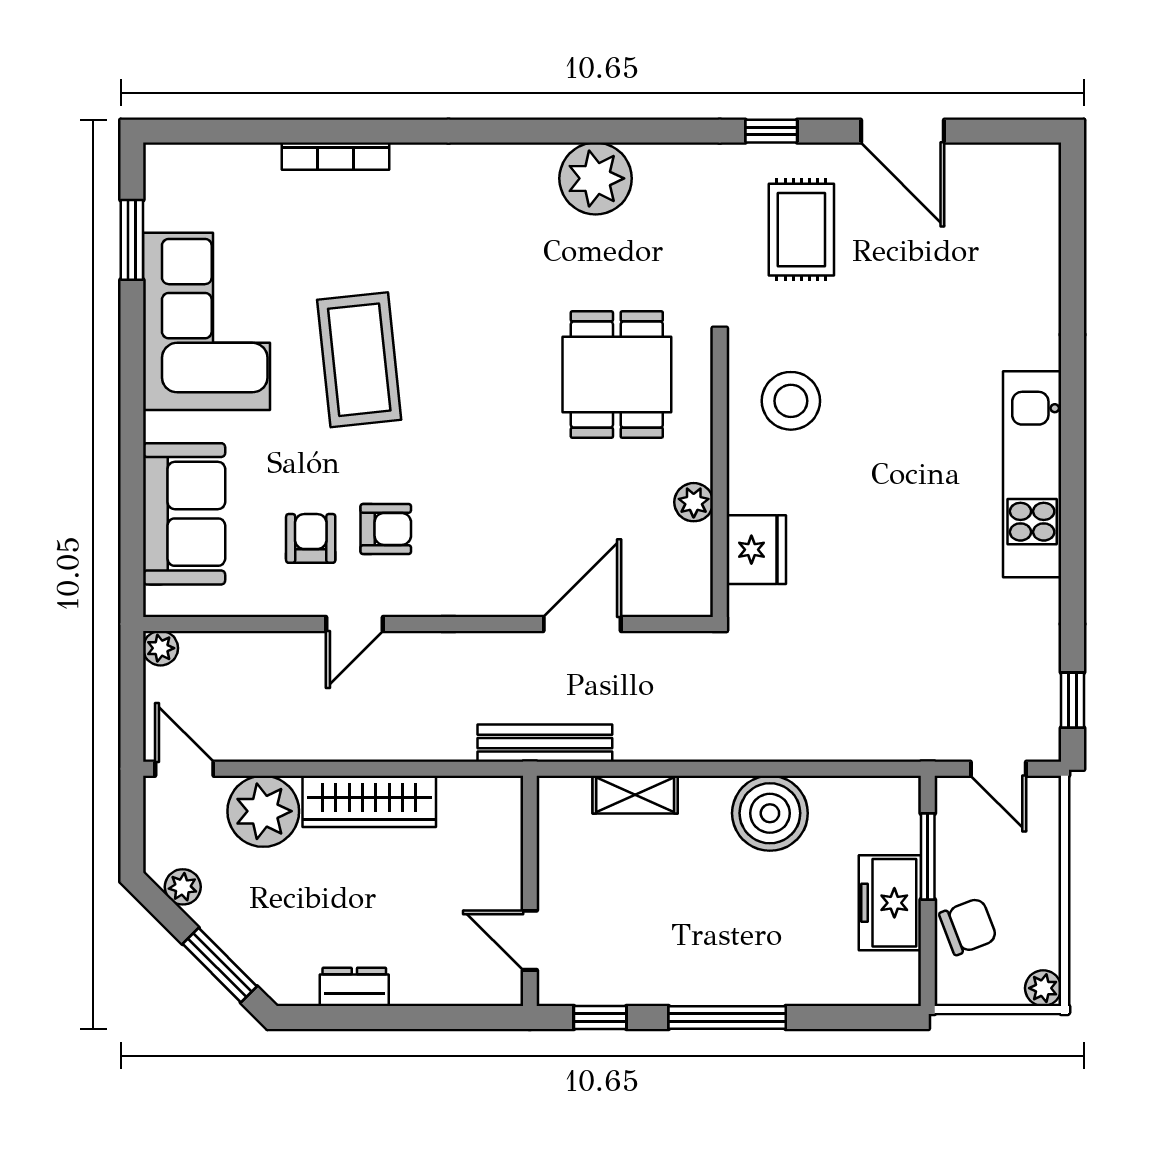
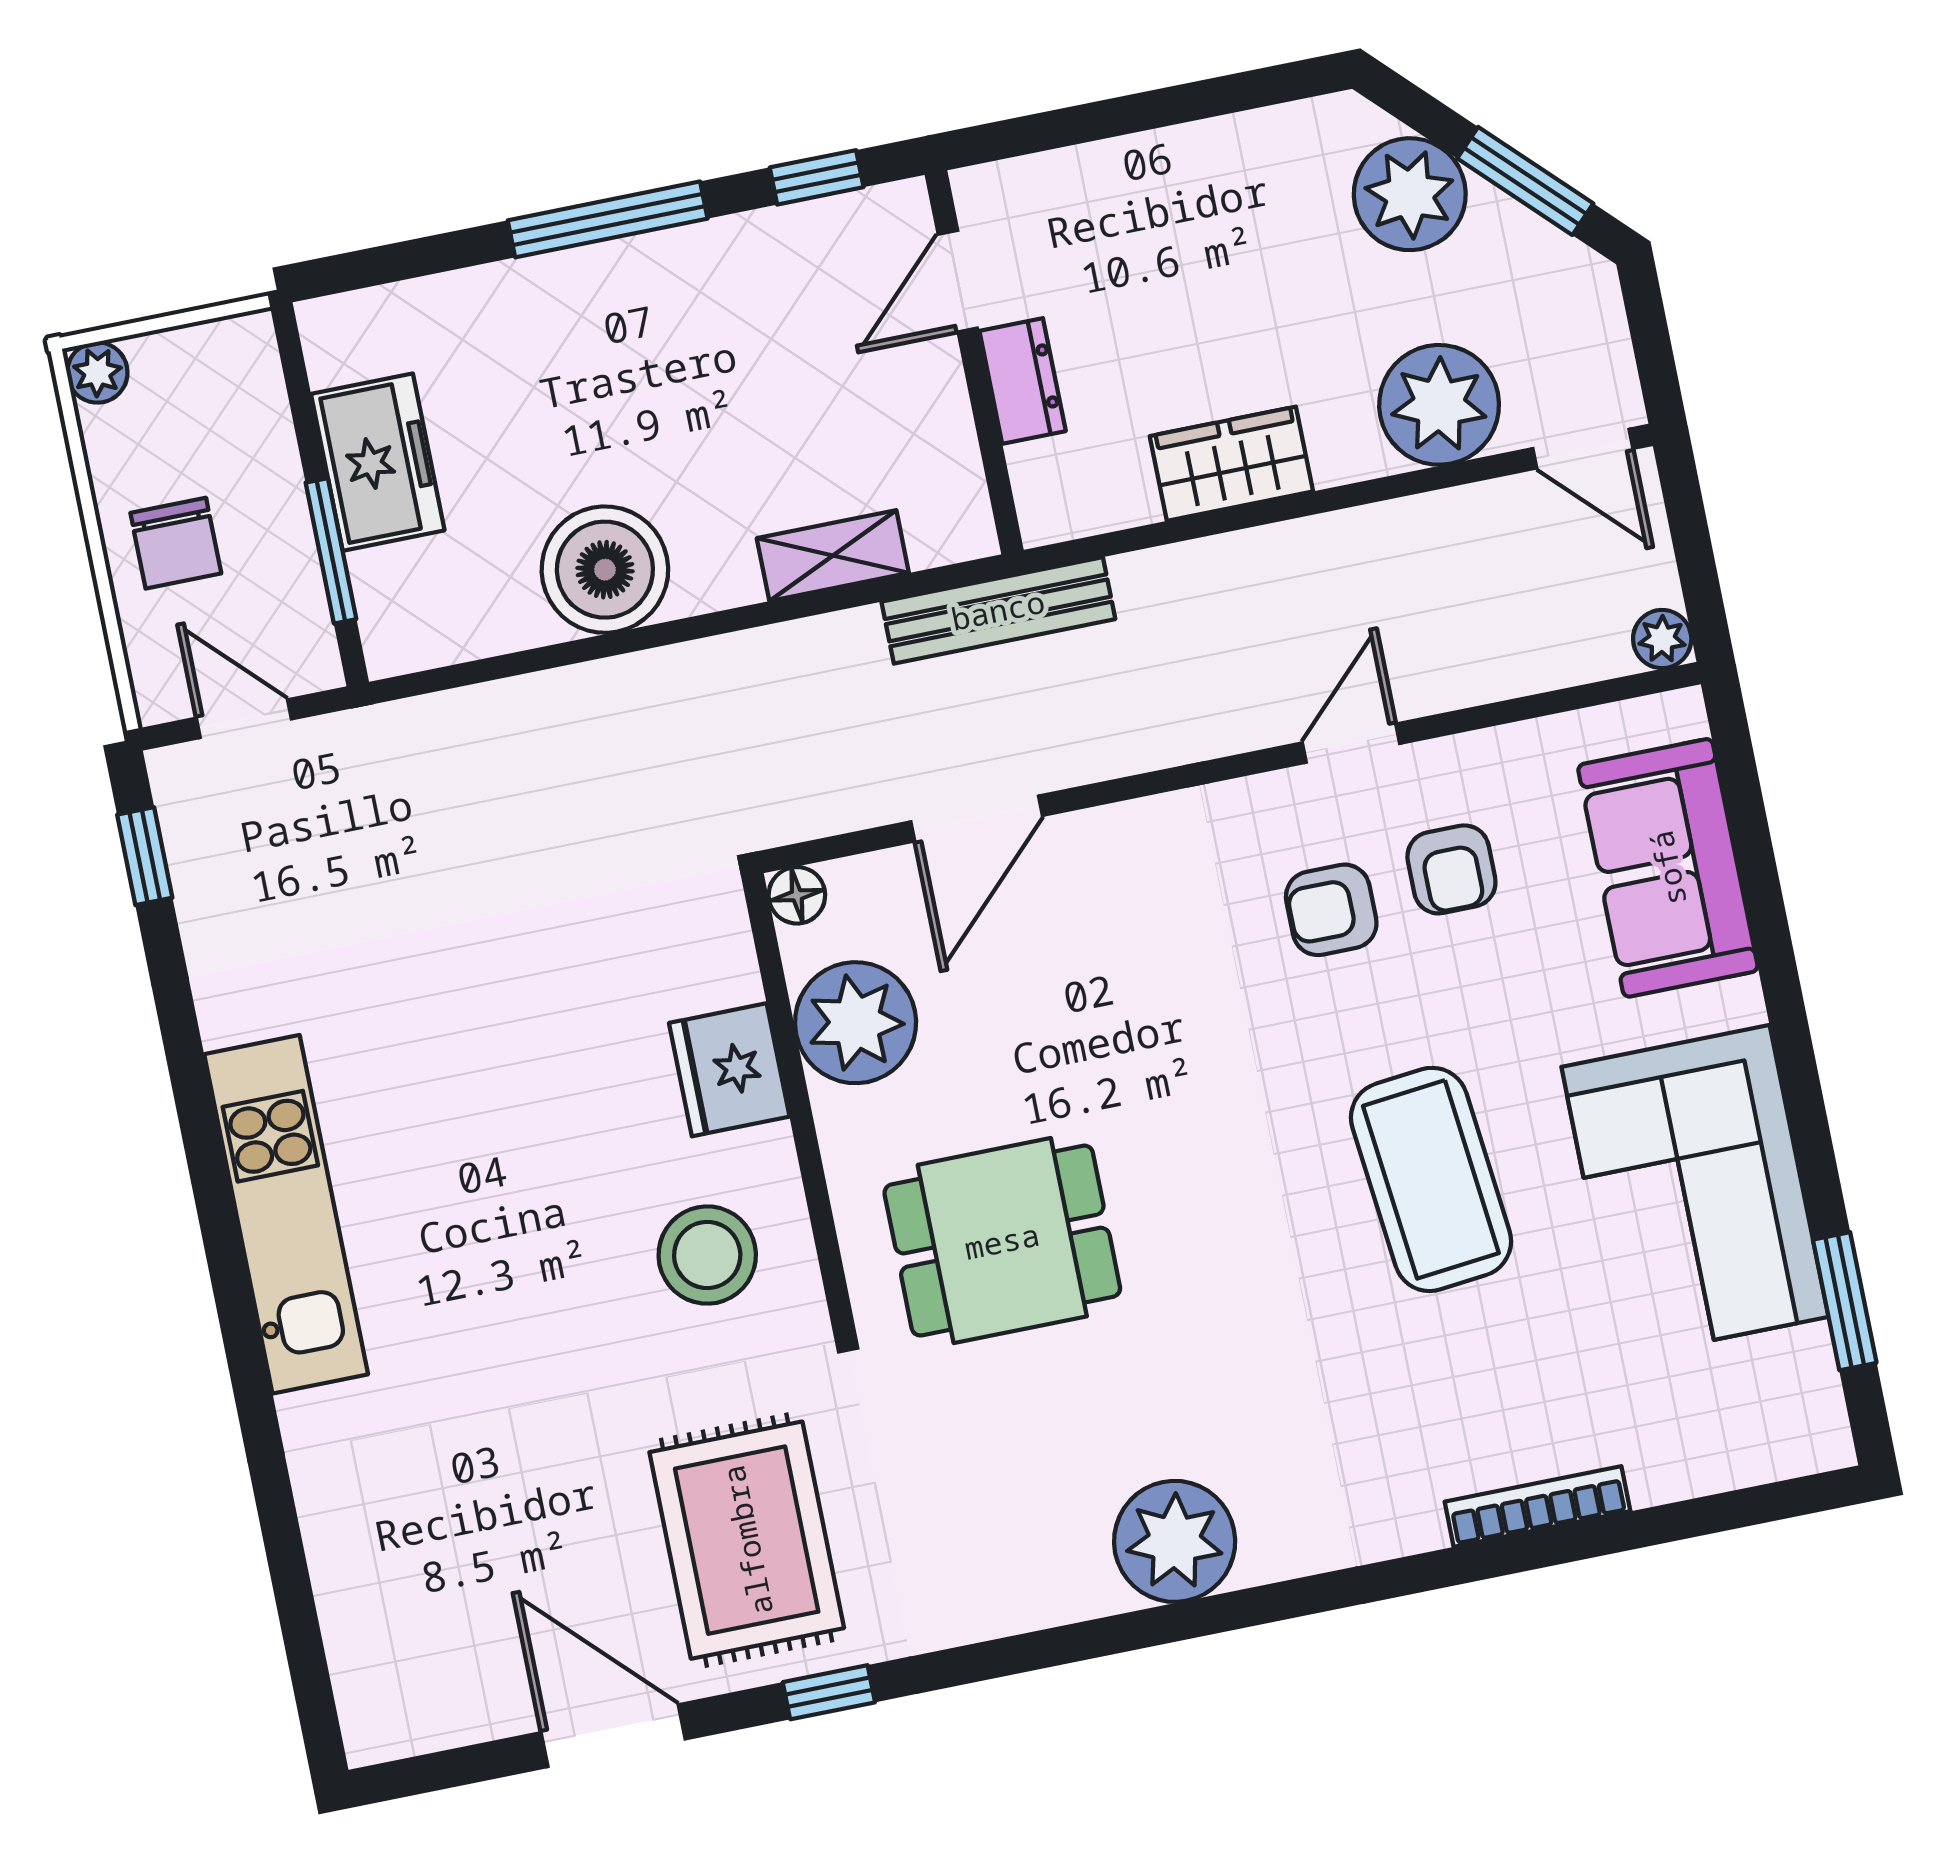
plant: (596, 178) -> (1175, 1541), moved
rug: (801, 230) -> (747, 1540), width x1.36, depth x1.43
dining table: (617, 375) -> (1002, 1241), turned 90
plant: (694, 502) -> (856, 1023), width x1.87, depth x1.87
fridge: (756, 550) -> (729, 1070), moved
floor lamp: (696, 600) -> (797, 895), added
wardrobe: (369, 801) -> (1231, 464), width x0.67
plant: (183, 887) -> (1410, 194), moved, width x1.88, depth x1.88
chair: (968, 926) -> (176, 543), moved, turned -69
door: (530, 940) -> (958, 281), swing flipped
window: (220, 965) -> (1525, 181), moved
dresser: (354, 987) -> (1023, 381), moved, turned -90

